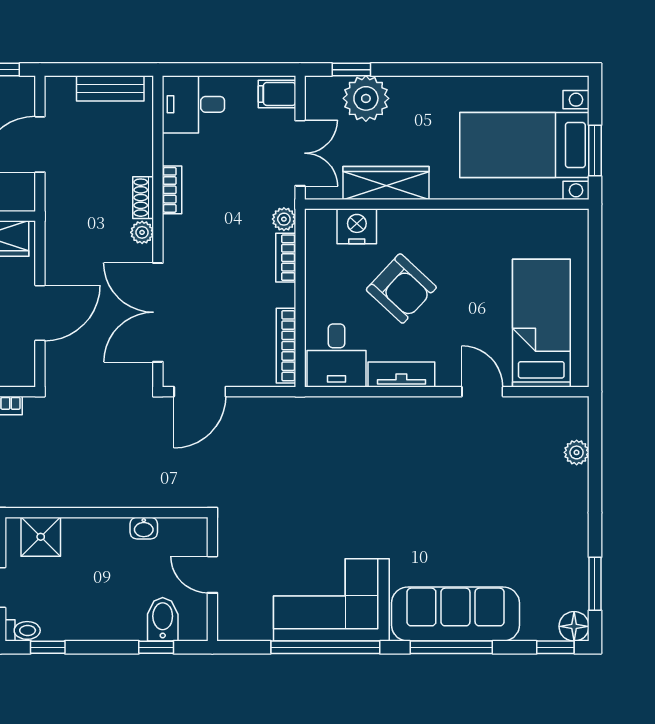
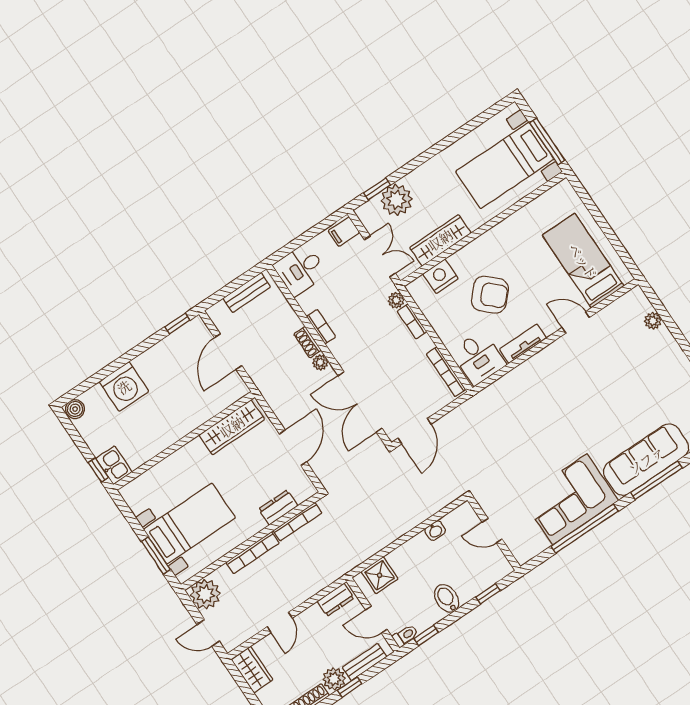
window: (595, 151) -> (547, 141), width x1.44
bidet: (163, 619) -> (447, 598), moved

